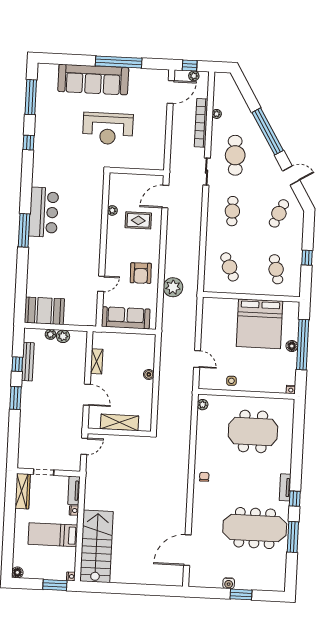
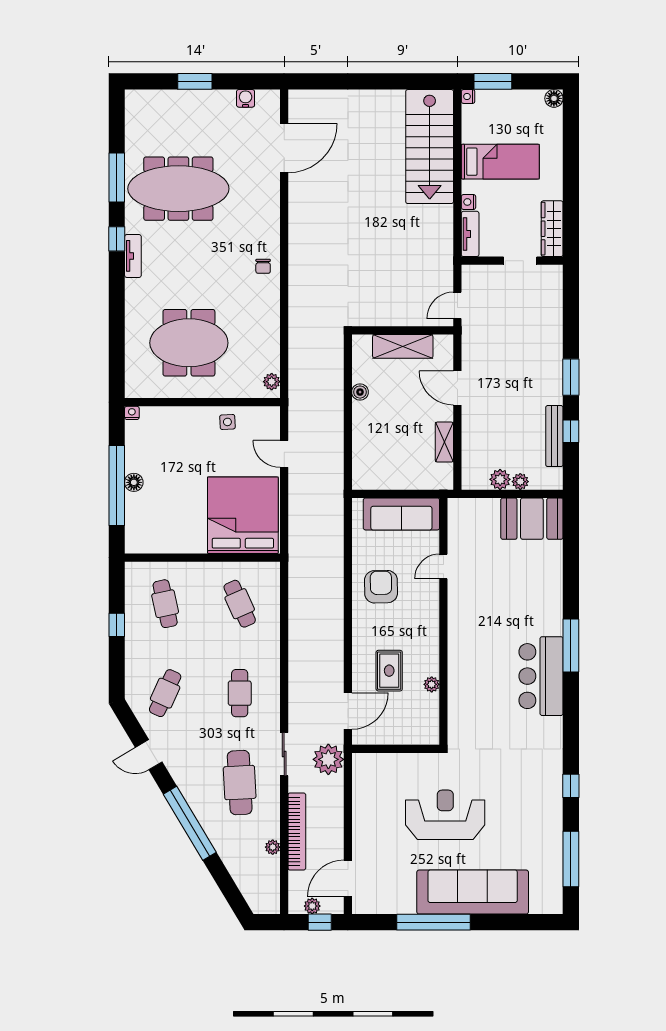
rug: (138, 220) -> (389, 671), turned 90
plant: (173, 287) -> (328, 759), moved
bed: (260, 324) -> (243, 515), moved
boiler: (149, 374) -> (360, 392), moved
water cooler: (229, 583) -> (246, 98), moved

